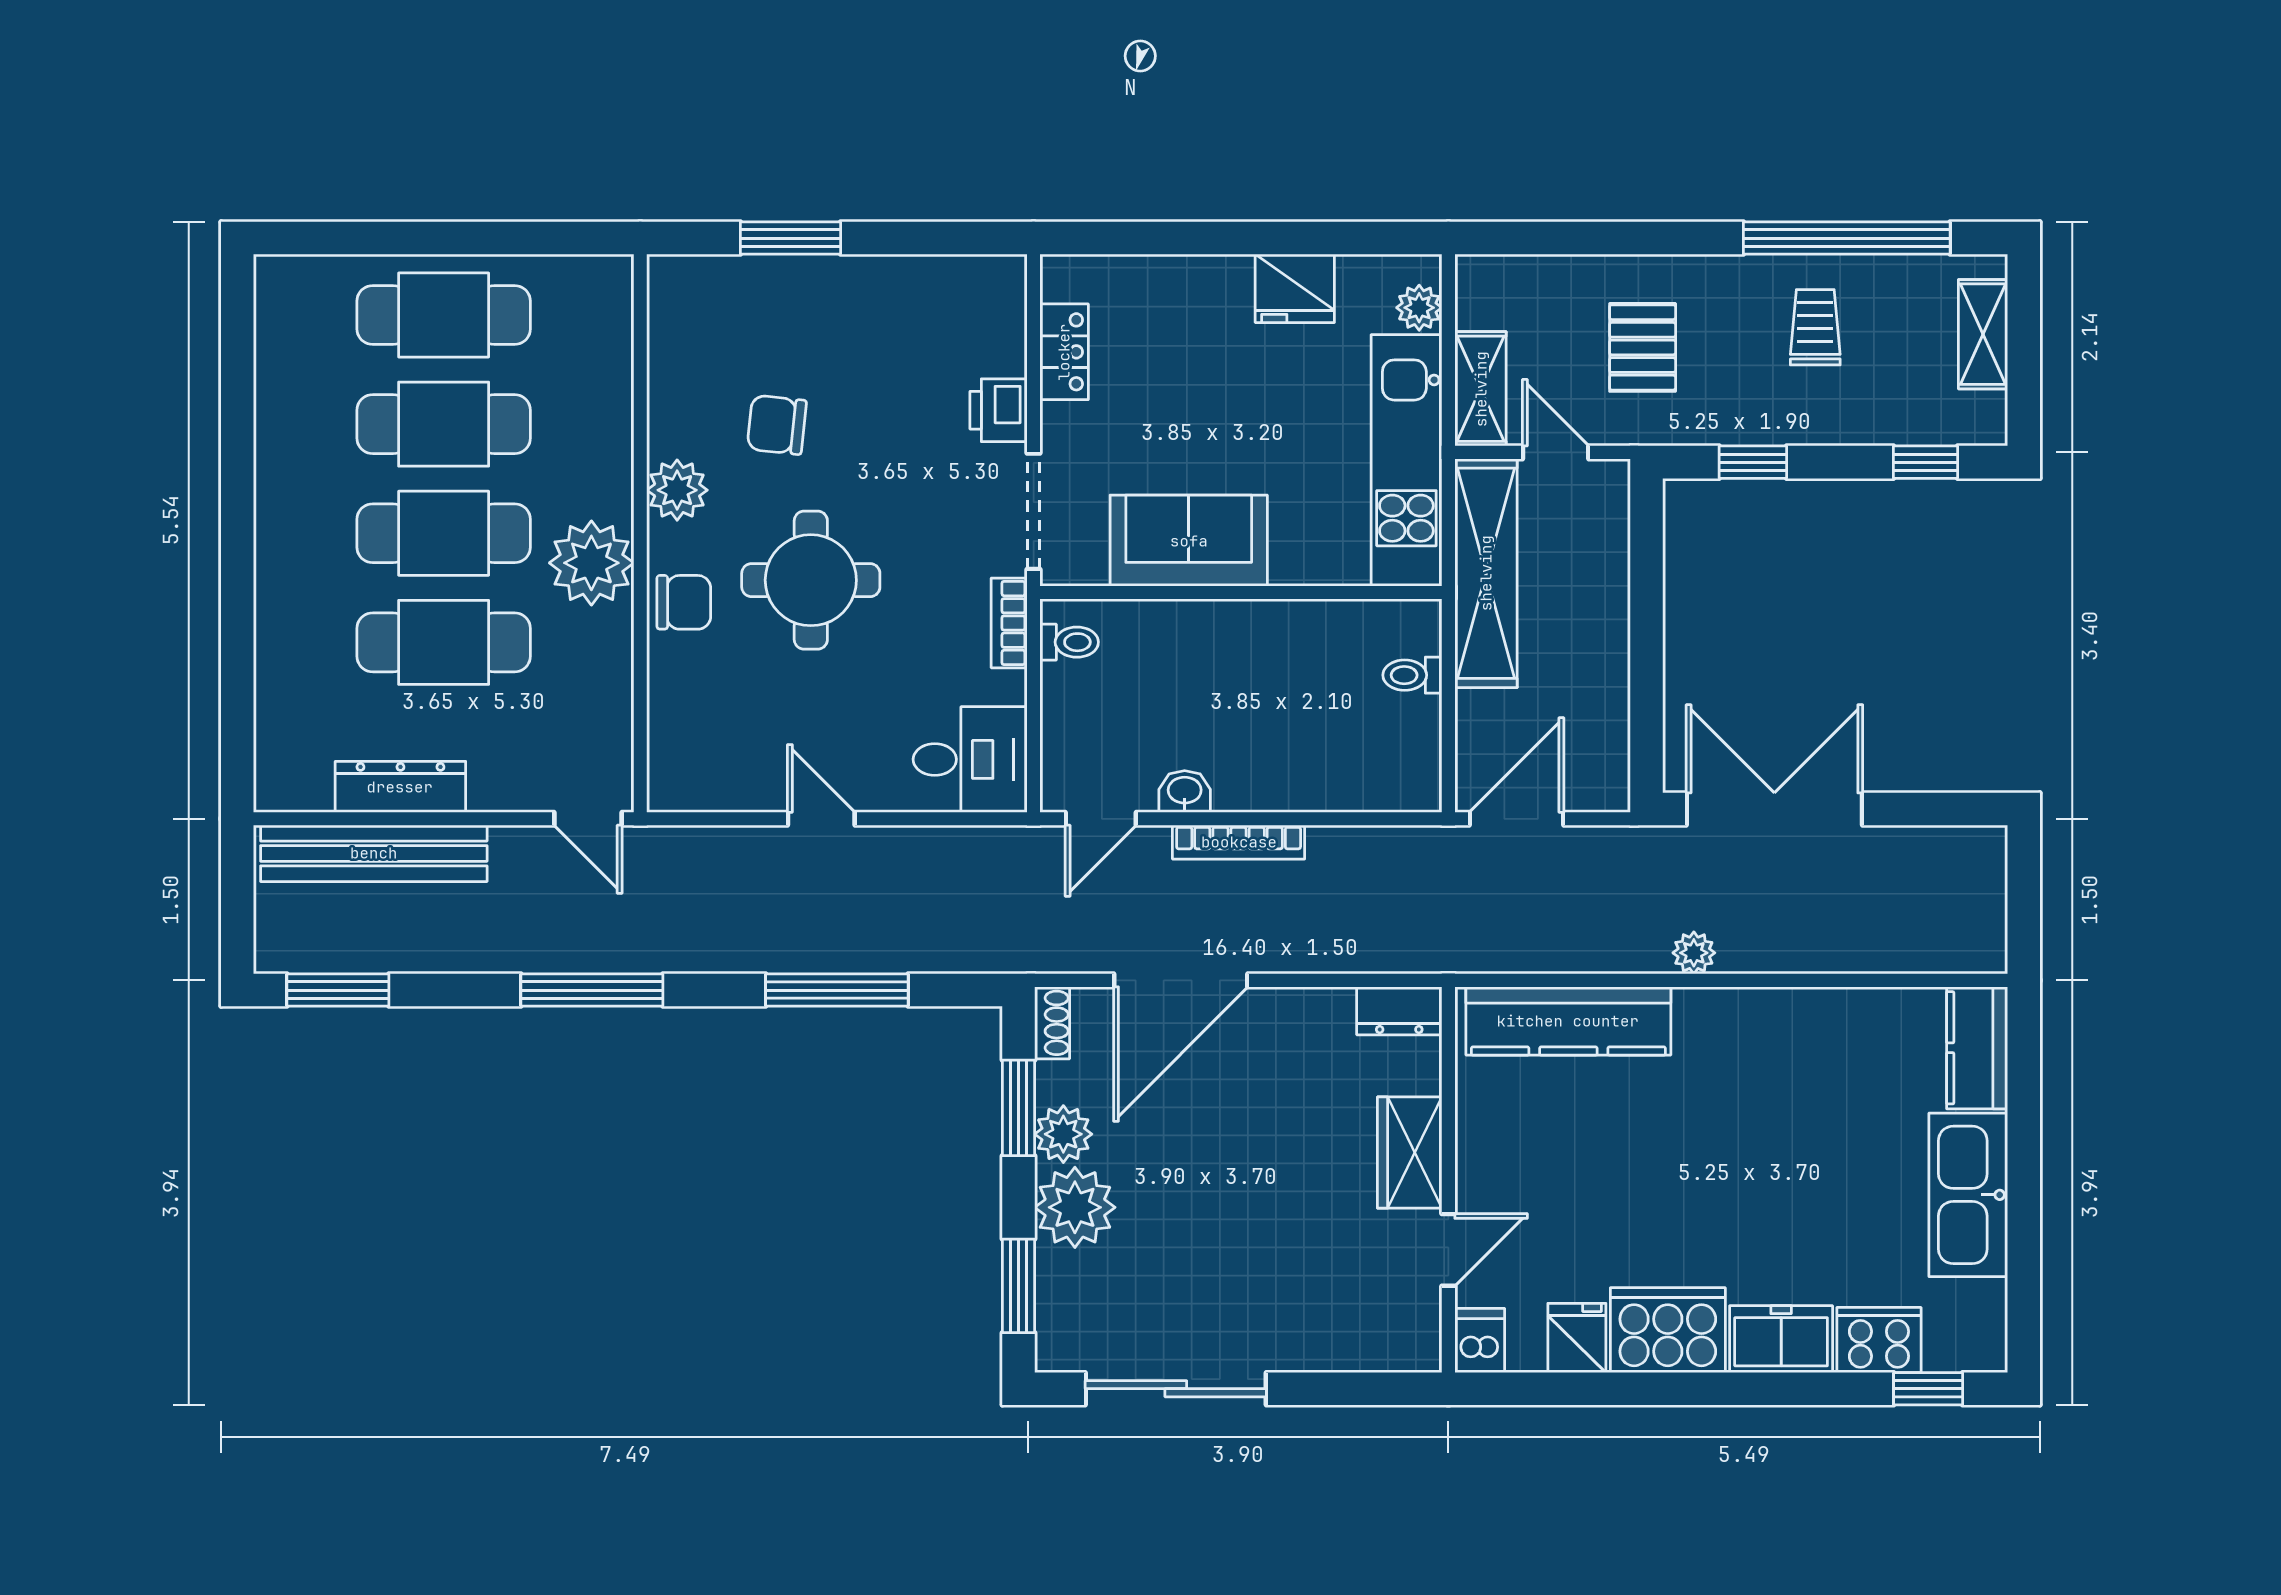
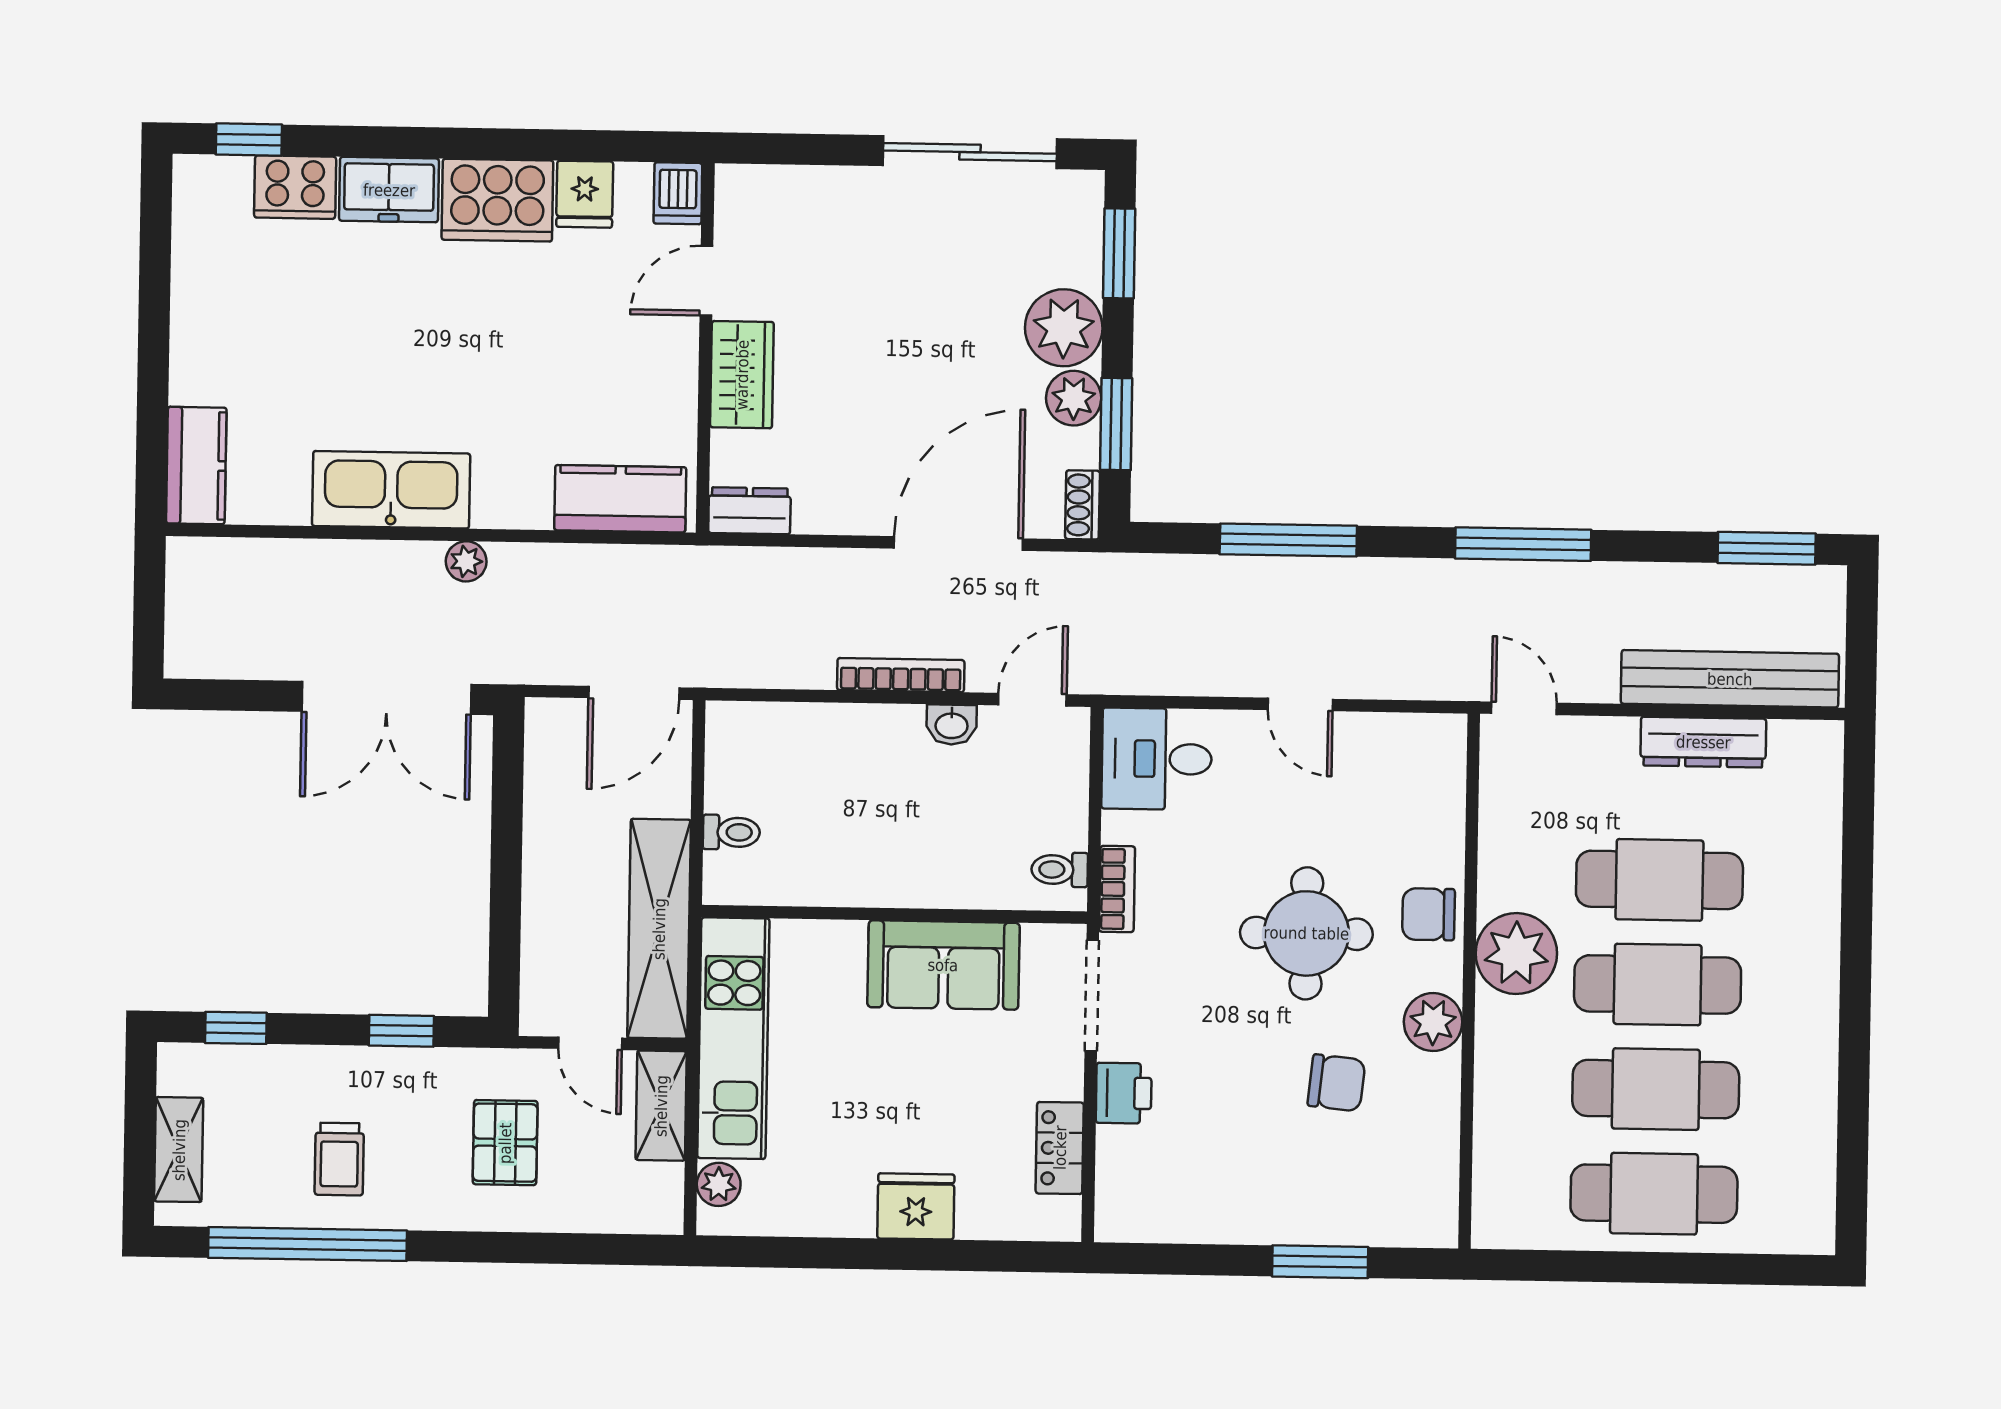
fridge: (1295, 288) -> (916, 1206), moved
kitchen counter: (1568, 1021) -> (620, 499), width x0.67
kitchen sink: (1968, 1195) -> (391, 490), moved, turned -90

